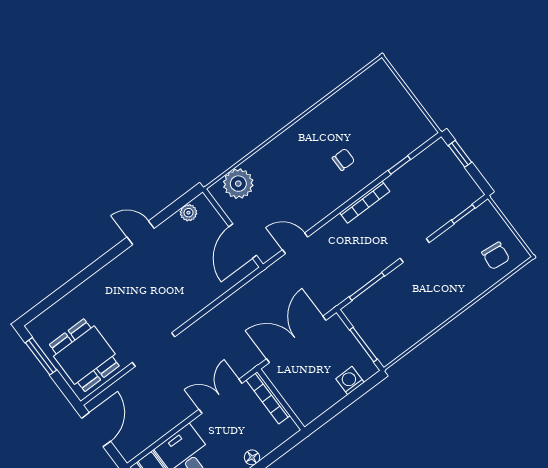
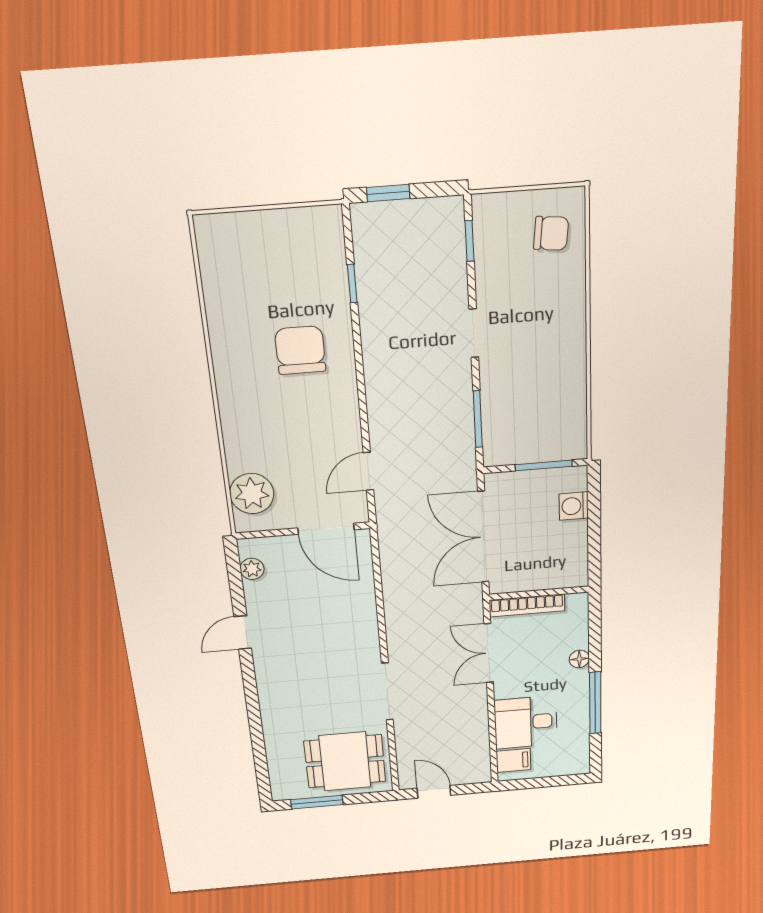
chair: (343, 159) -> (300, 350), width x1.87, depth x1.87
bookcase: (365, 202) -> (372, 357), removed
door: (96, 430) -> (434, 792), width x0.73

